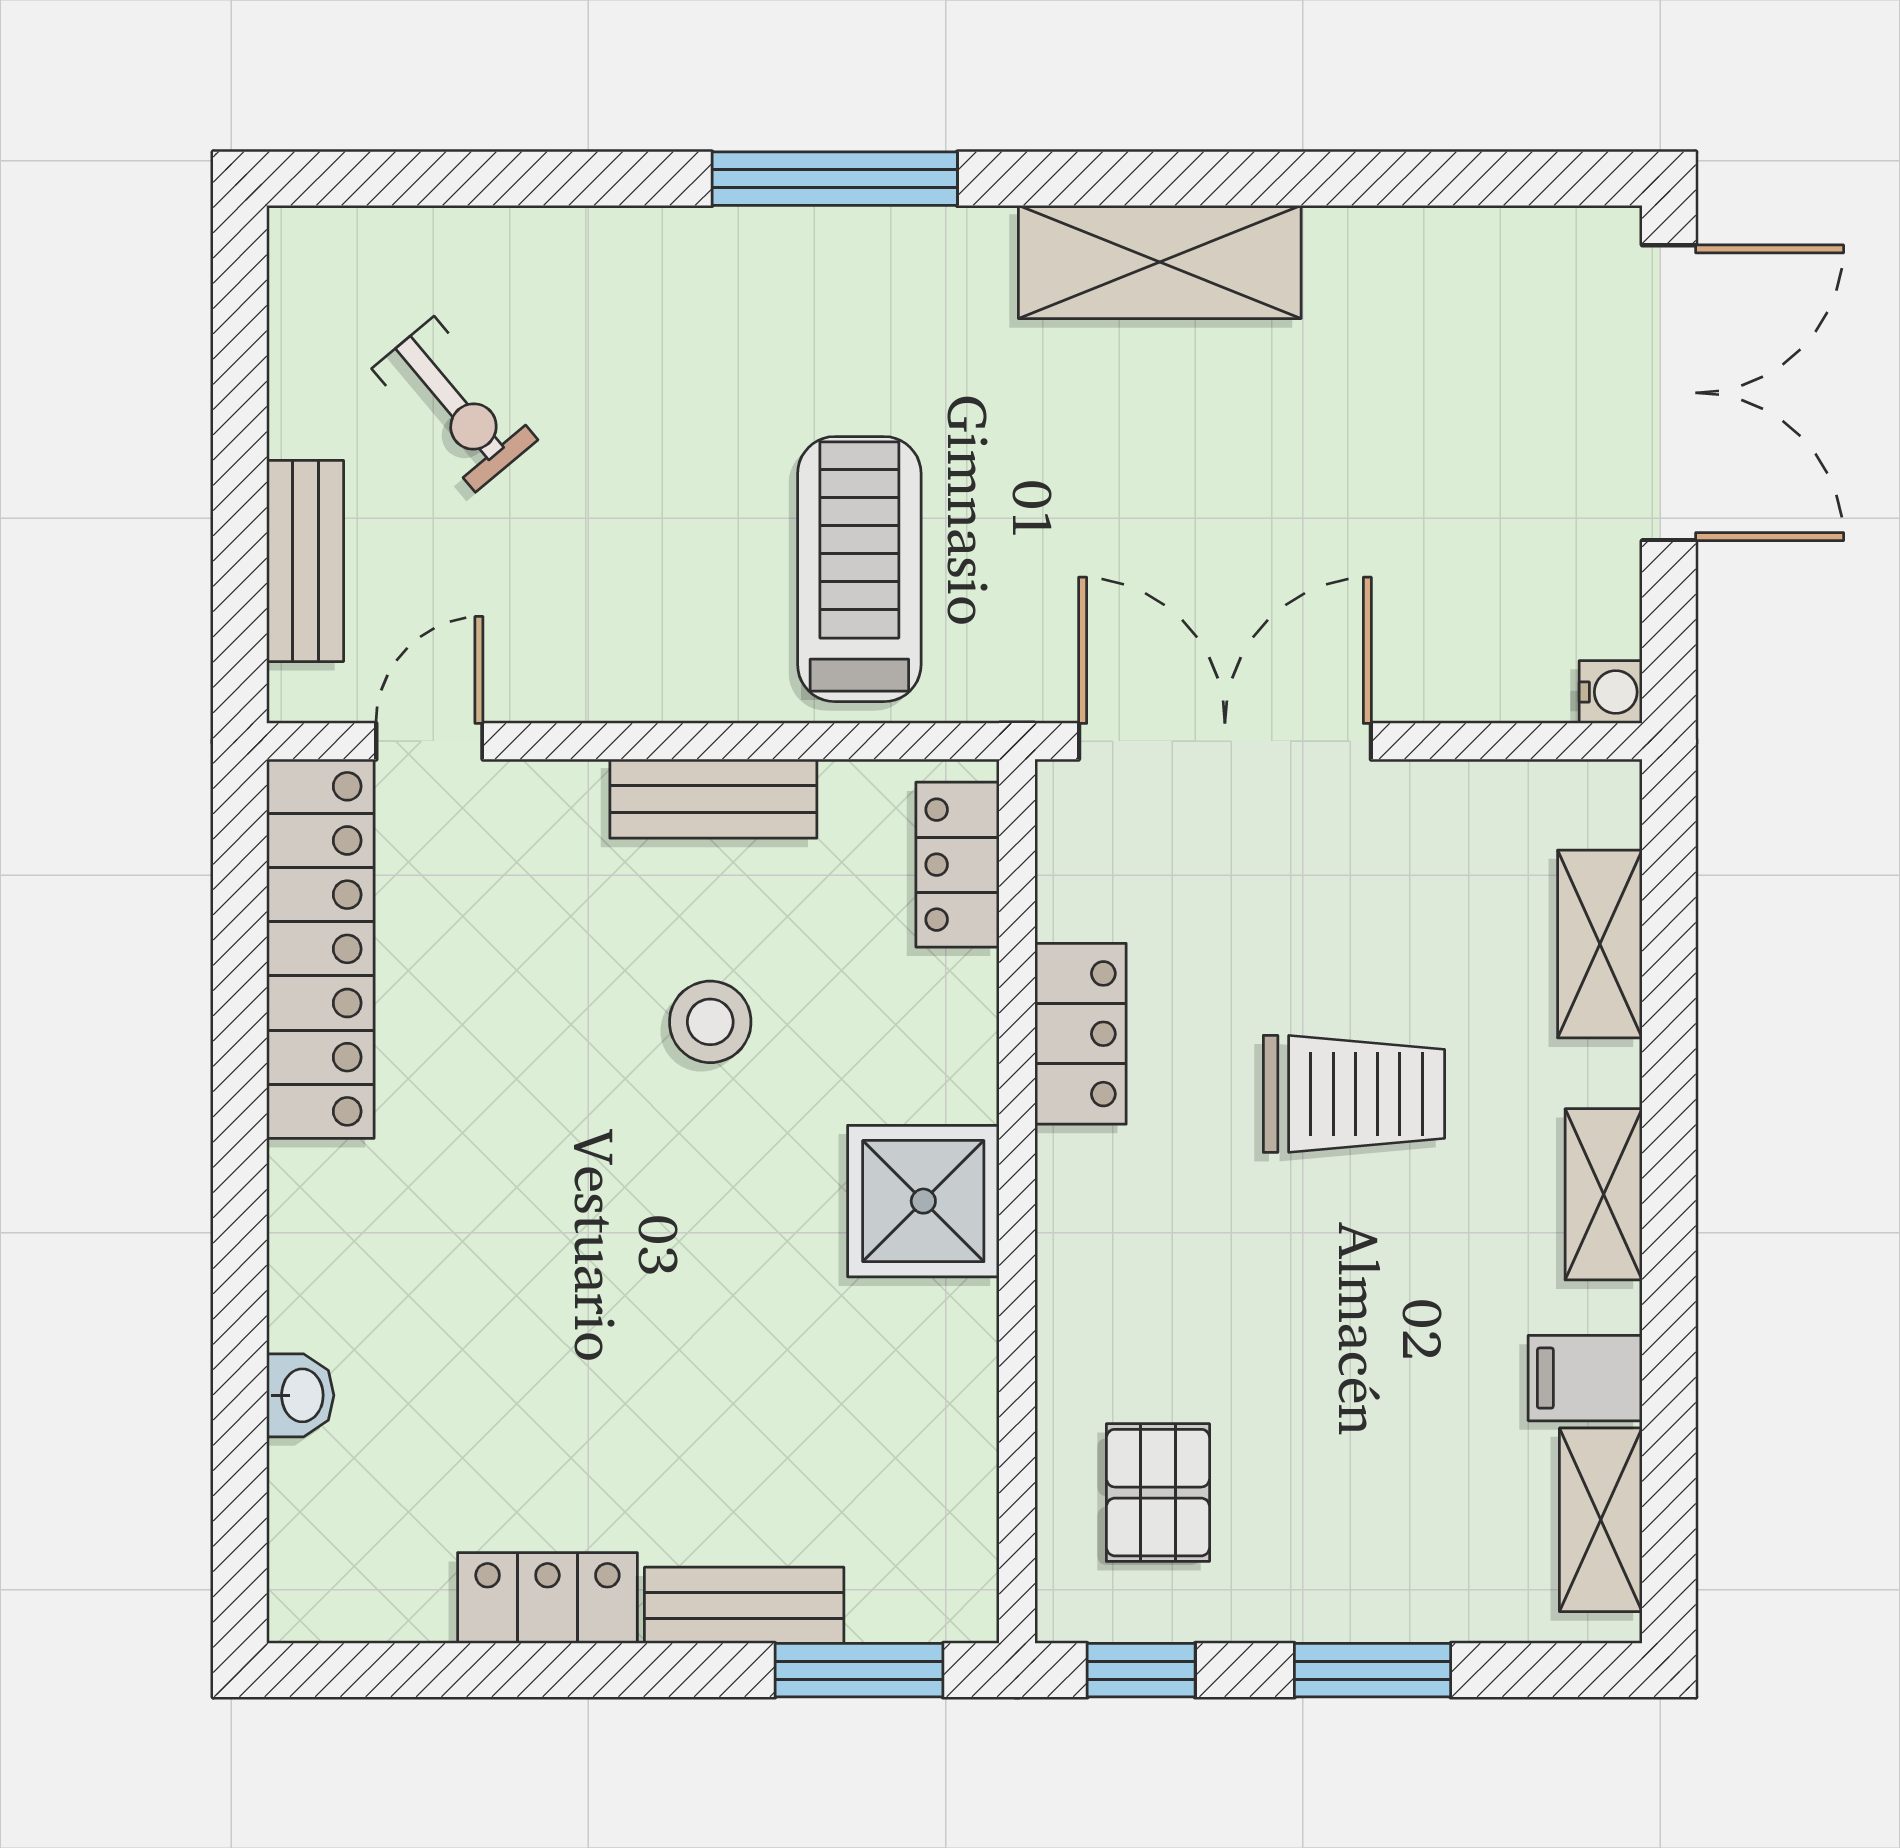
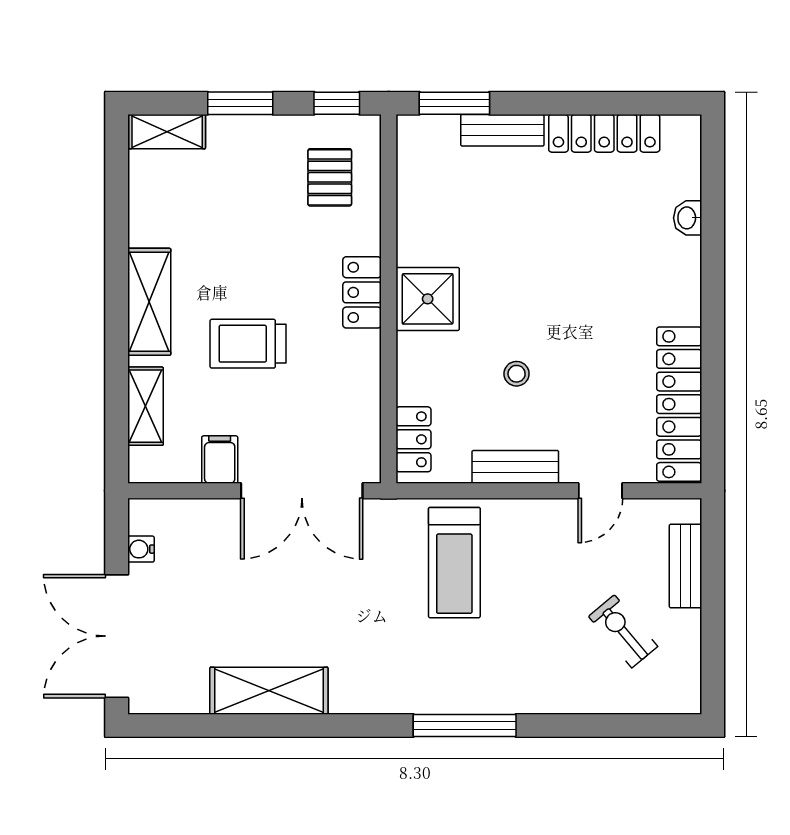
shelving: (1160, 262) -> (269, 691), moved
water cooler: (1611, 692) -> (141, 549), moved
door: (429, 741) -> (600, 491), moved
stool: (710, 1022) -> (517, 374), width x0.73, depth x0.73
locker: (1081, 1034) -> (362, 292), moved
shelving: (1604, 1194) -> (149, 302), width x1.50, depth x1.33
filing cabinet: (1585, 1378) -> (220, 460), moved, turned -90
shelving: (1601, 1520) -> (167, 132), moved, turned 90
locker: (547, 1598) -> (604, 133), width x1.53

